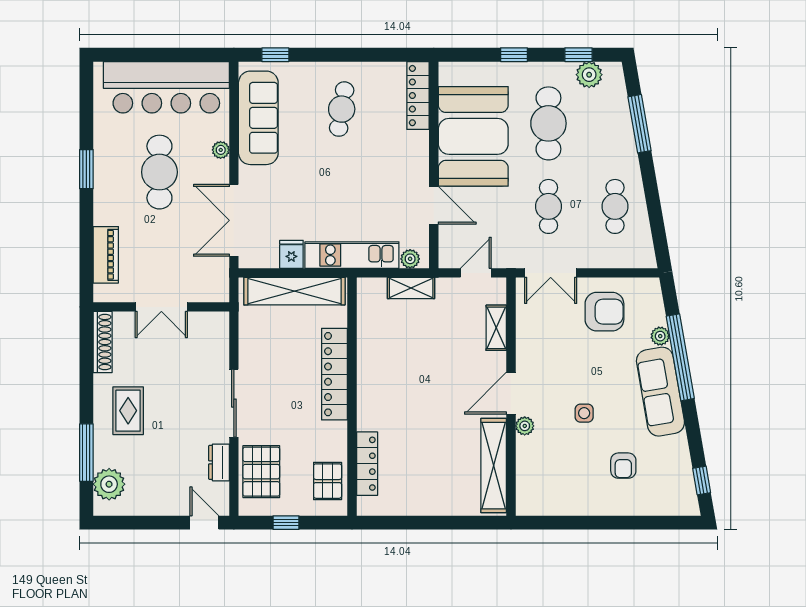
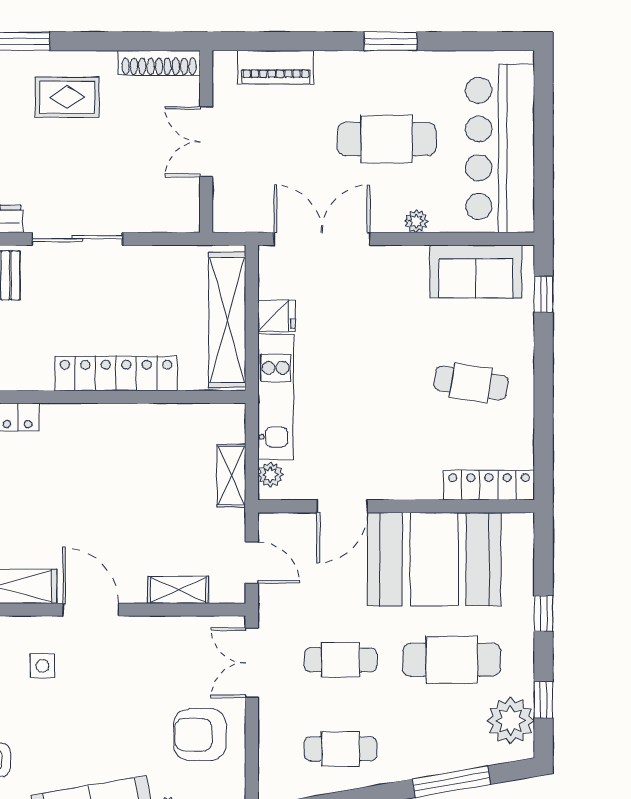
plant: (589, 75) -> (511, 721), width x1.36, depth x1.36
sofa: (258, 118) -> (476, 271), width x0.73
armchair: (604, 312) -> (200, 735), turned 90
side table: (584, 413) -> (42, 666), moved
plant: (525, 426) -> (47, 628), removed

